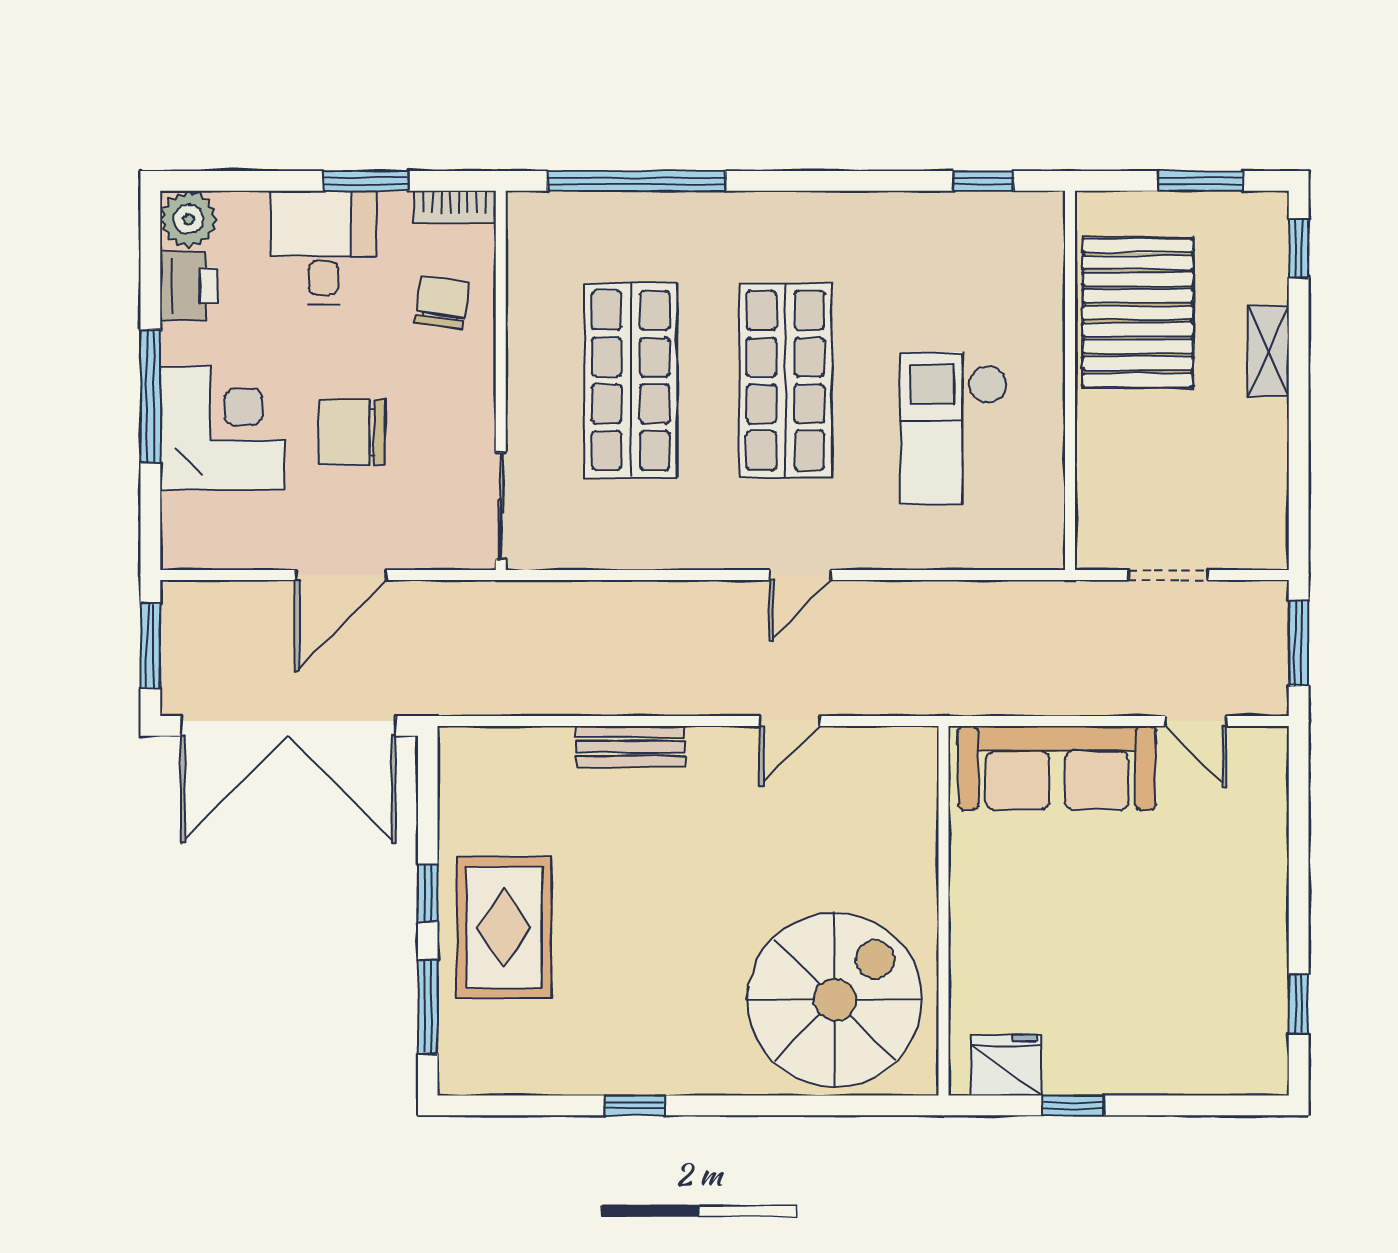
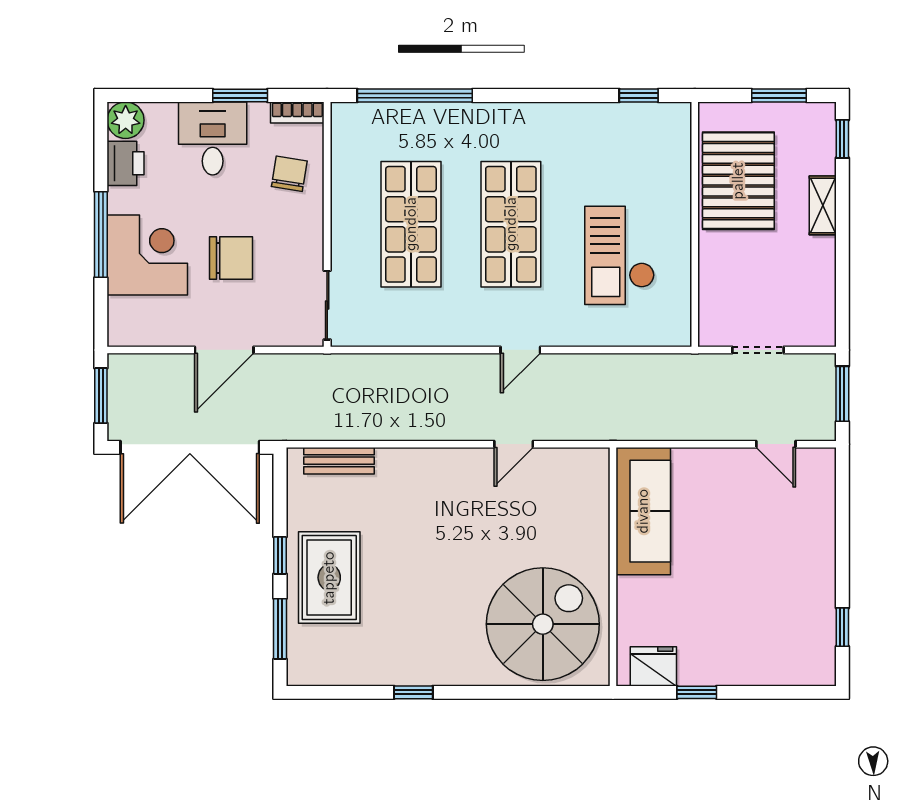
chair: (352, 433) -> (231, 258), turned 180
bench: (630, 747) -> (339, 461), moved
sofa: (1057, 768) -> (643, 511), moved, turned -90

